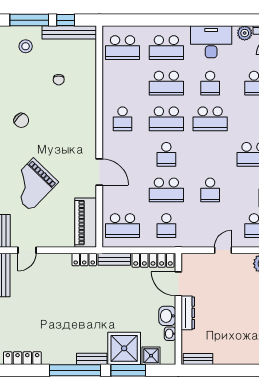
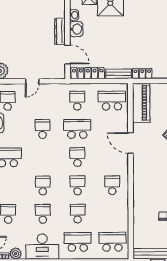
school desk: (166, 83) -> (78, 214), width x0.54
school desk: (166, 119) -> (78, 185), width x0.54
school desk: (210, 119) -> (43, 186), width x0.54

